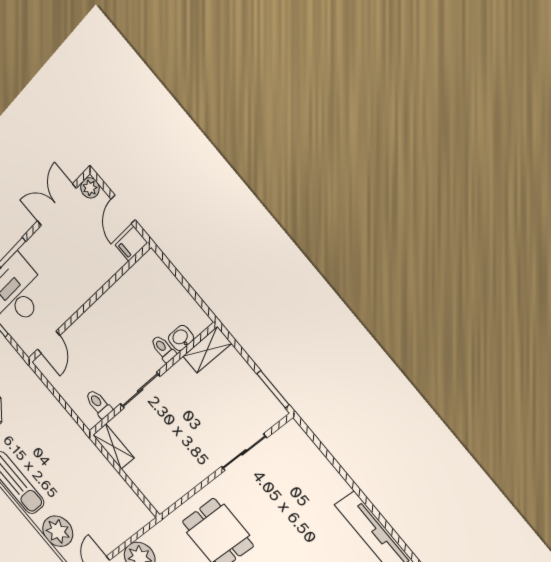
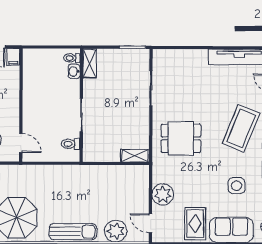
toilet: (163, 349) -> (72, 58), moved
shelving: (113, 446) -> (135, 156), moved

